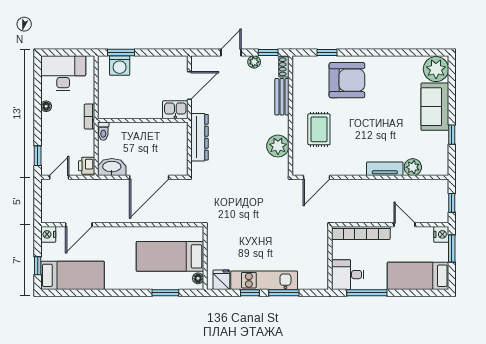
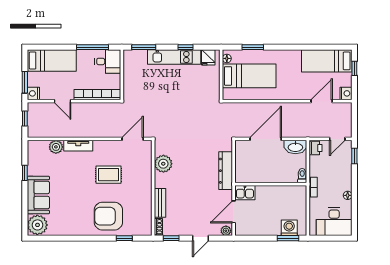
plant: (254, 62) -> (226, 231), moved
rug: (319, 129) -> (109, 175), moved, turned 90
window: (284, 293) -> (144, 47), moved

